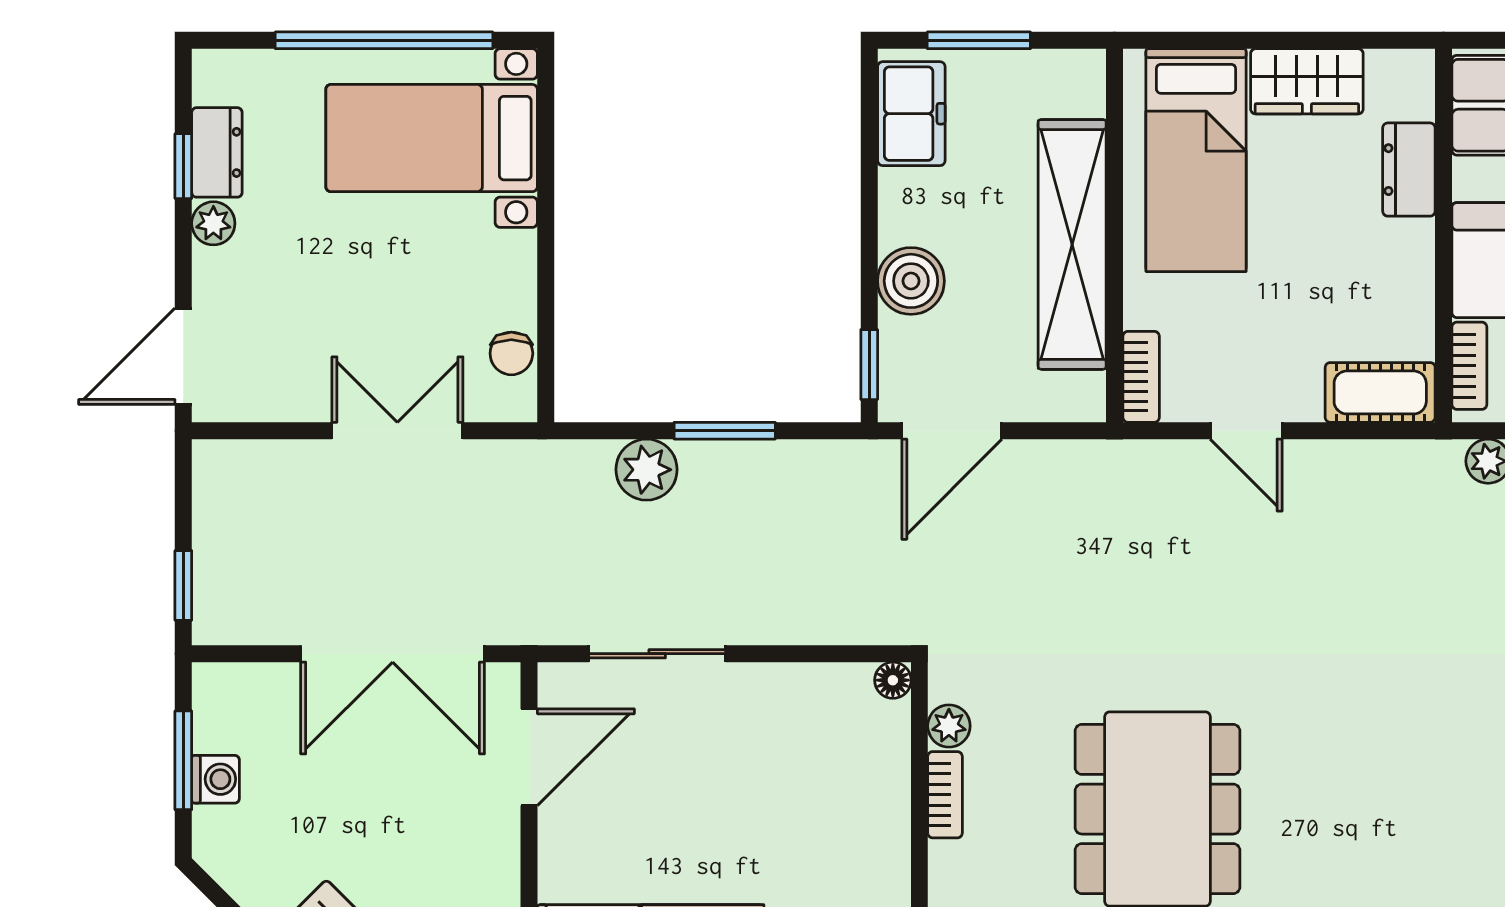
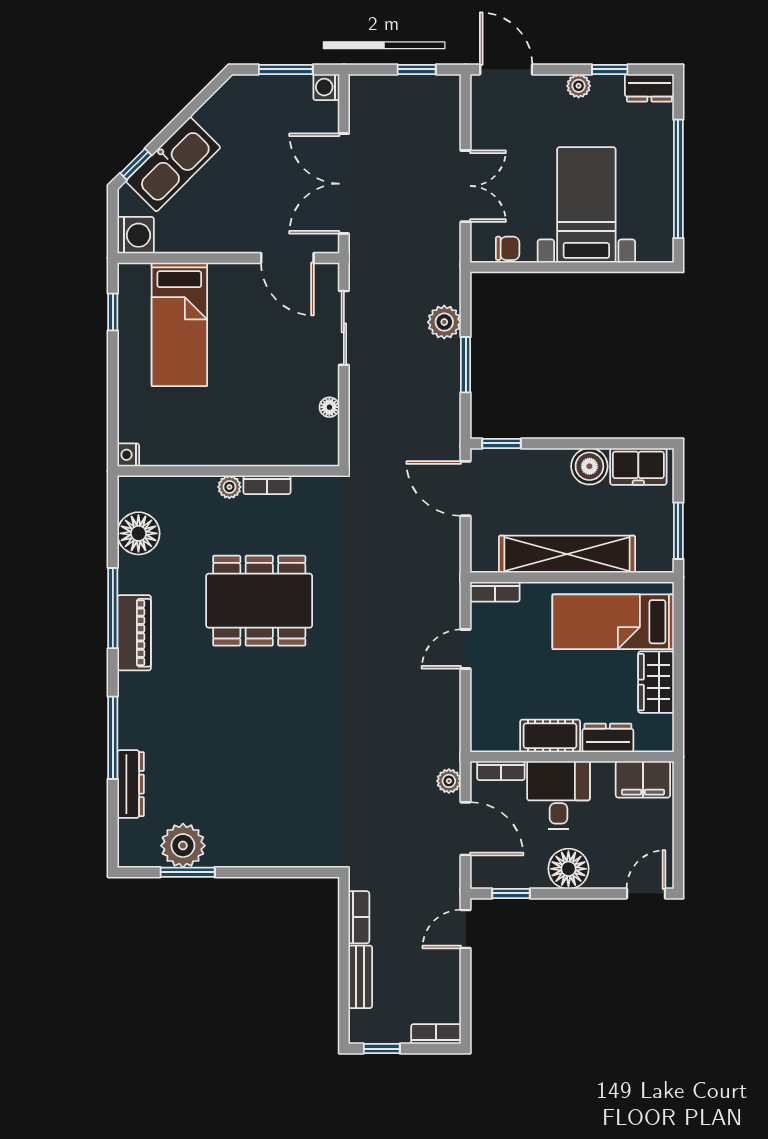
window: (979, 40) -> (678, 531), moved
bed with nightstands: (432, 138) -> (586, 205), moved
dresser: (217, 152) -> (649, 88), moved
boiler: (911, 281) -> (589, 466), moved
chair: (511, 353) -> (508, 248), turned 180
cot: (1380, 392) -> (550, 736), moved, turned 90
window: (183, 585) -> (417, 69), moved
floor lamp: (893, 680) -> (329, 407), moved
plant: (949, 726) -> (229, 487), moved
washing machine: (216, 779) -> (326, 87), moved, turned 90

